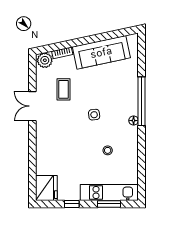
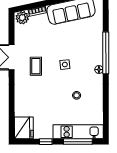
coffee table: (63, 89) -> (36, 66), moved
window: (109, 204) -> (78, 142), width x1.44

